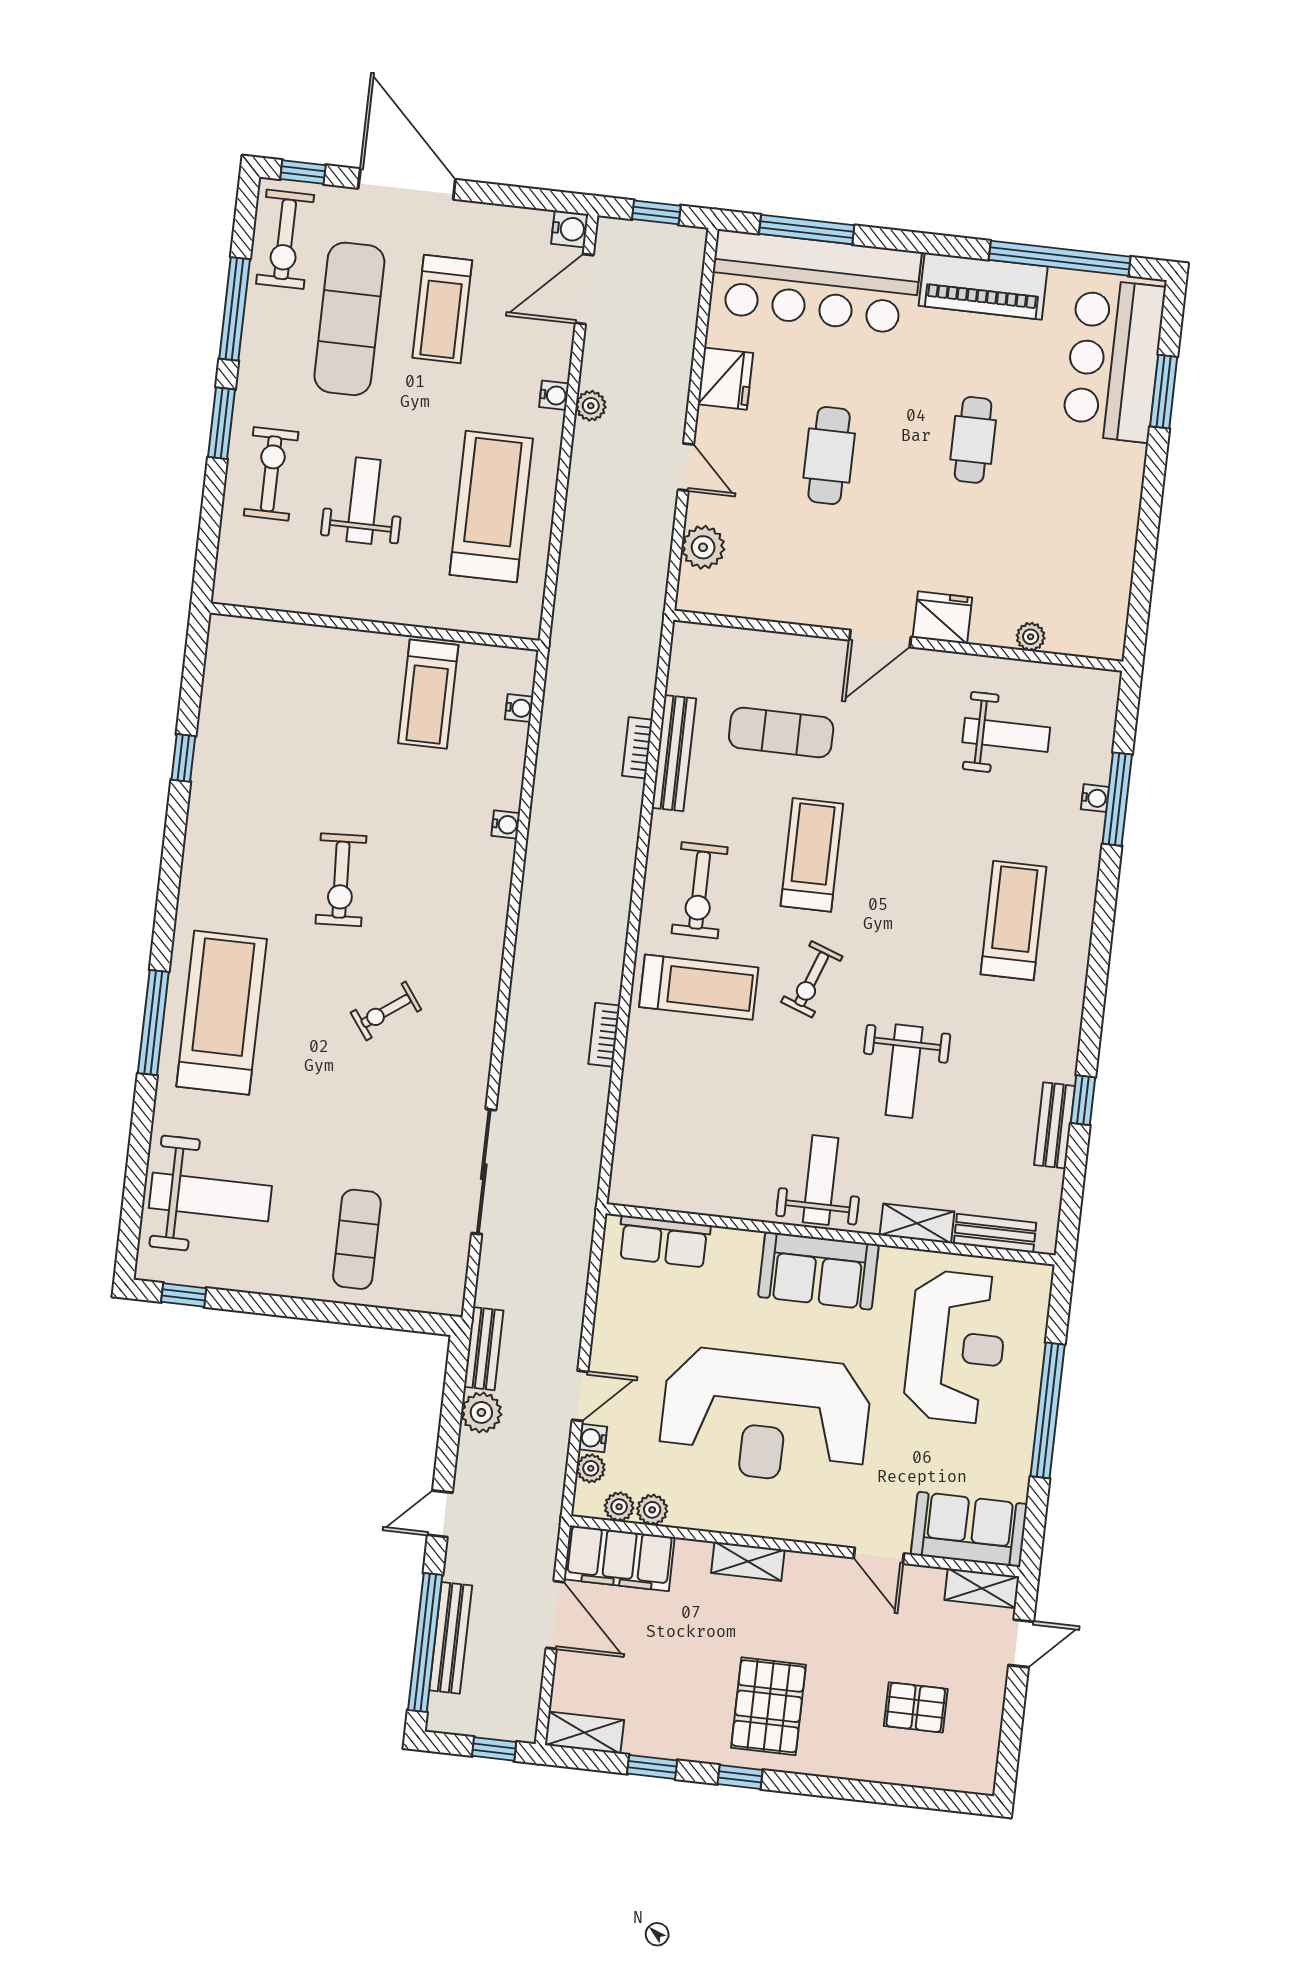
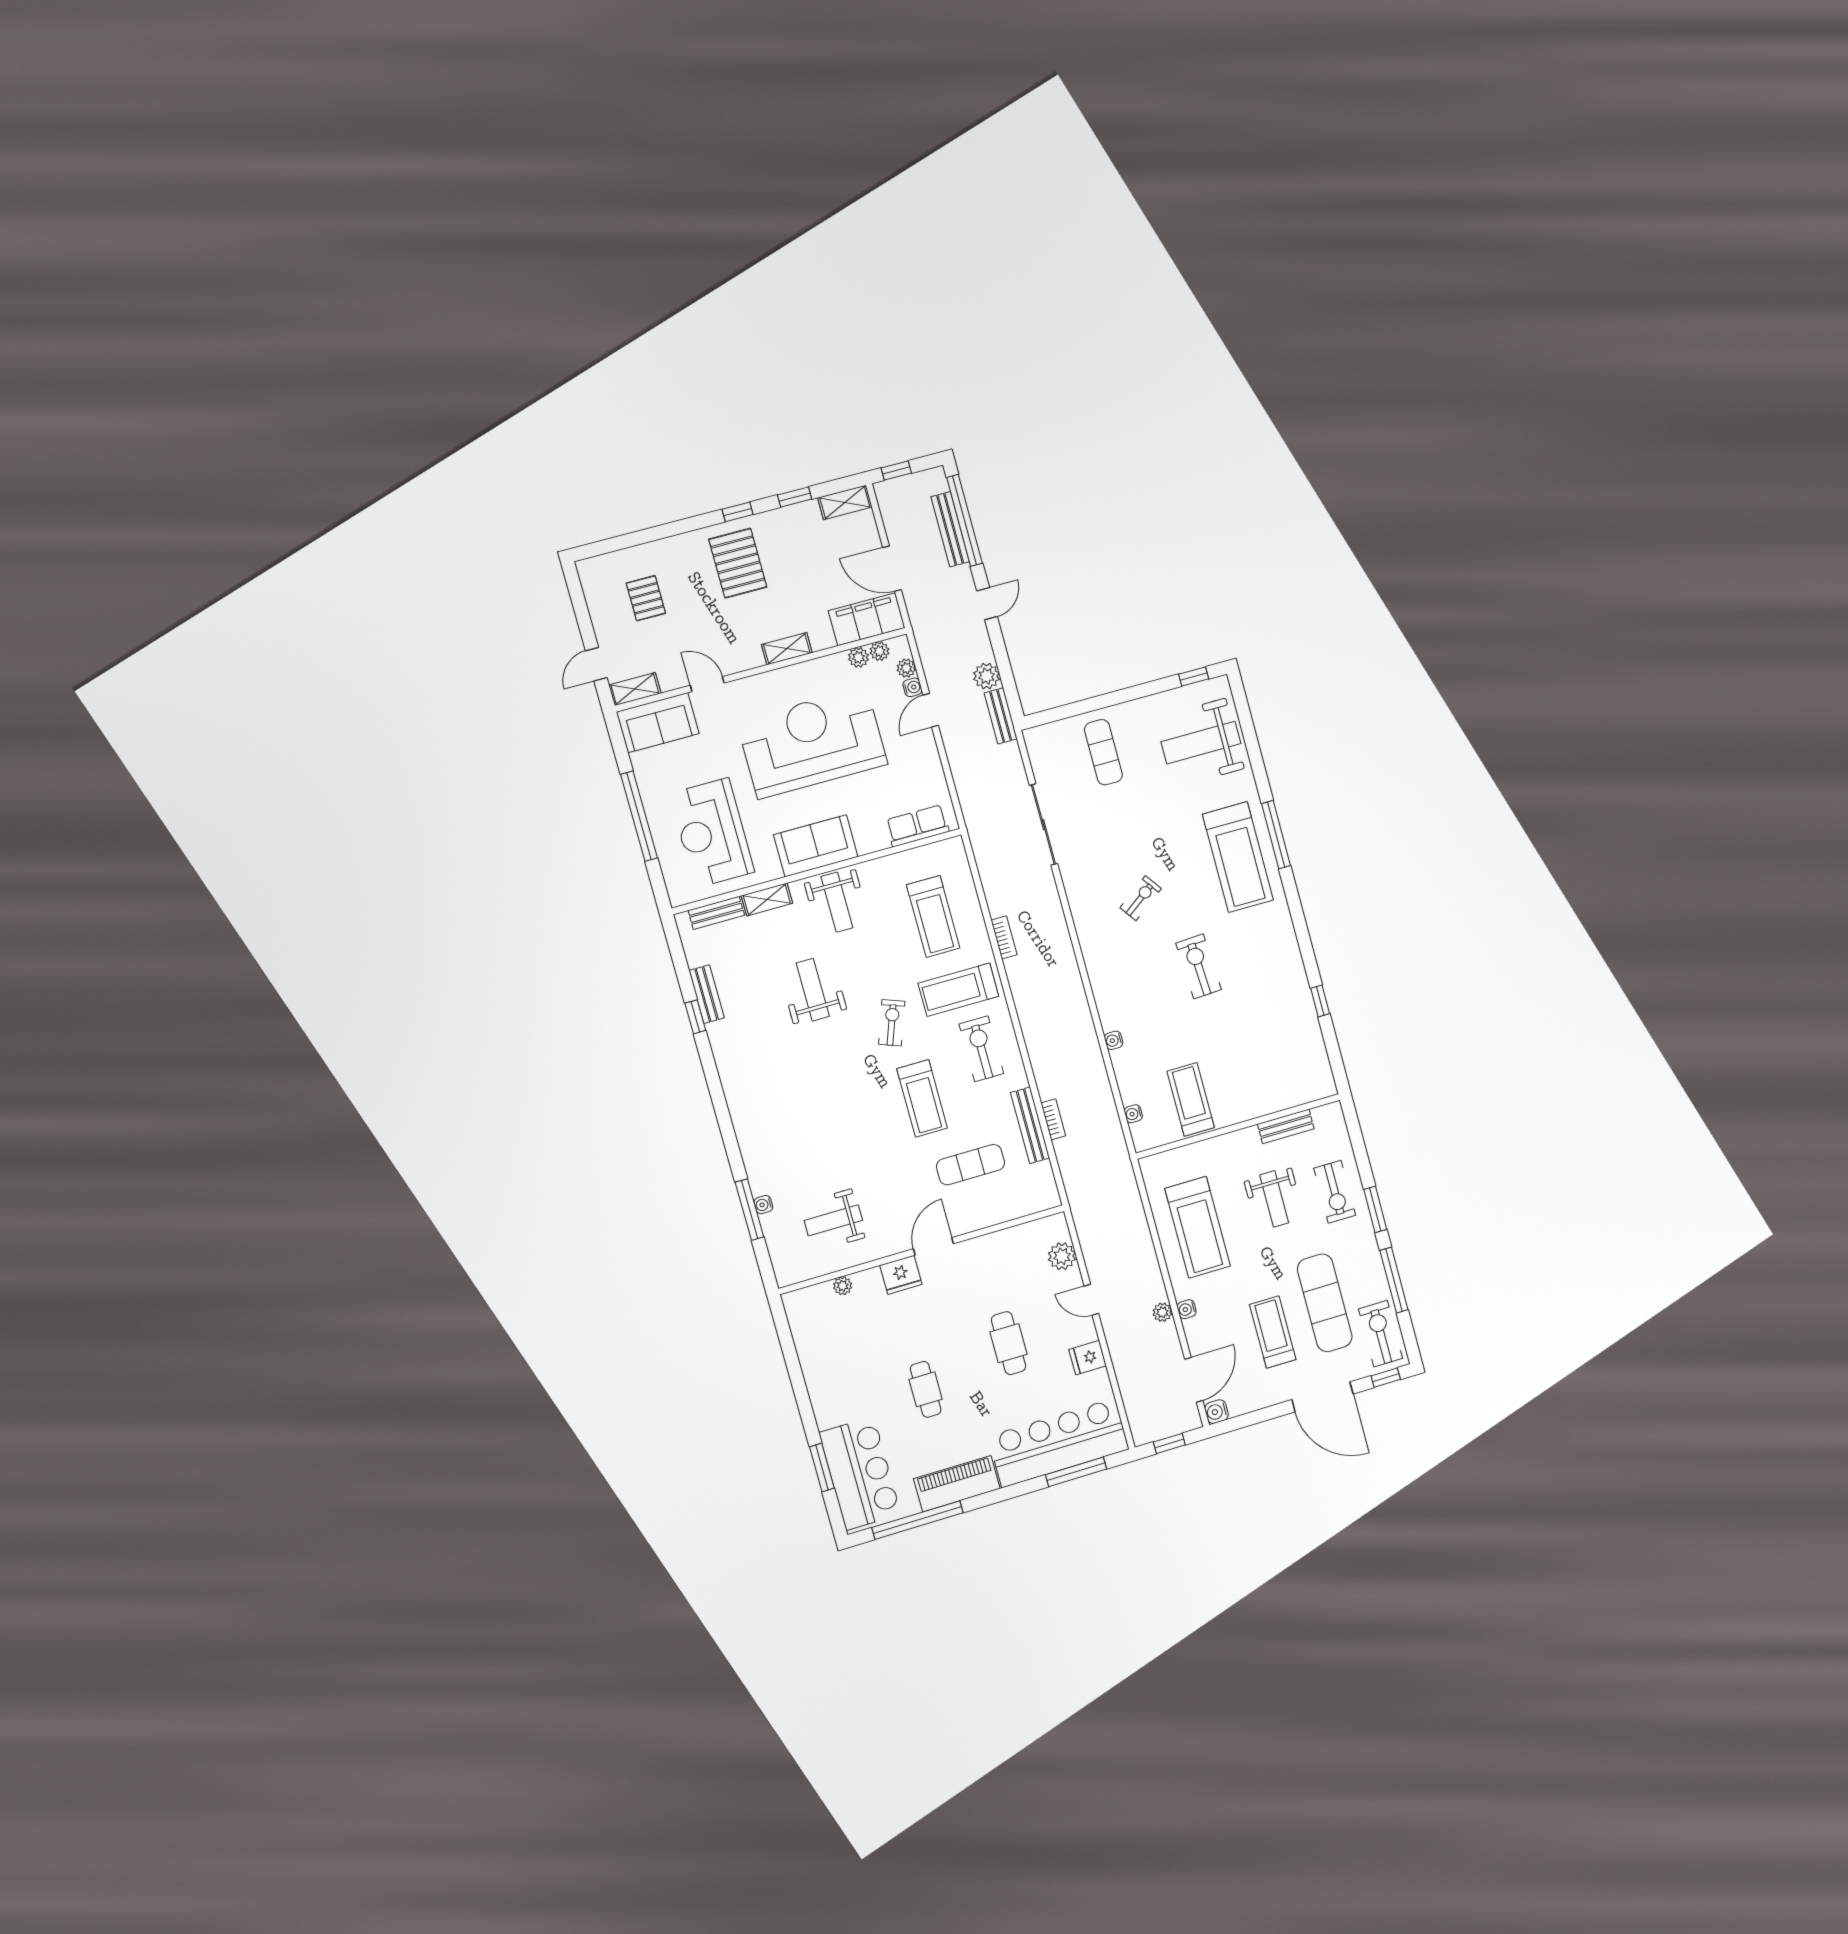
fridge: (725, 379) -> (1088, 1358), width x0.72
bench: (305, 598) -> (1286, 1126), added
treadmill: (1013, 920) -> (933, 916), moved
pallet: (916, 1707) -> (646, 598), turned 90

